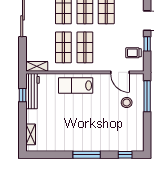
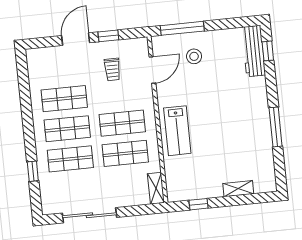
trolley: (133, 53) -> (112, 69), moved
workbench: (33, 91) -> (254, 51), moved, turned -90
shelving: (31, 134) -> (238, 189), moved
window: (87, 155) -> (276, 127), moved

